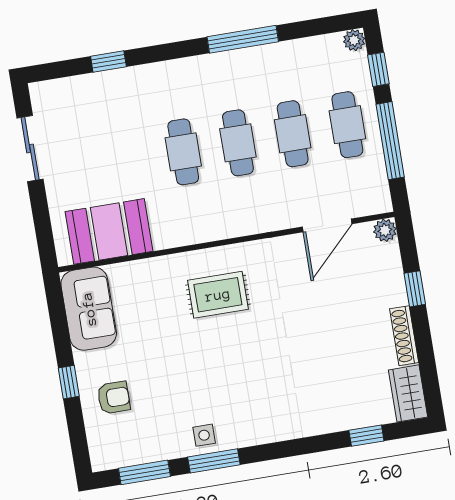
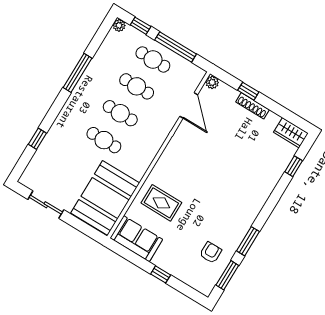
booth: (109, 231) -> (105, 198), width x1.36, depth x1.42
rug: (218, 295) -> (161, 203), moved, turned 90
shoe rack: (404, 336) -> (253, 106), moved
armchair: (114, 398) -> (211, 253), moved
side table: (204, 435) -> (233, 236), removed

